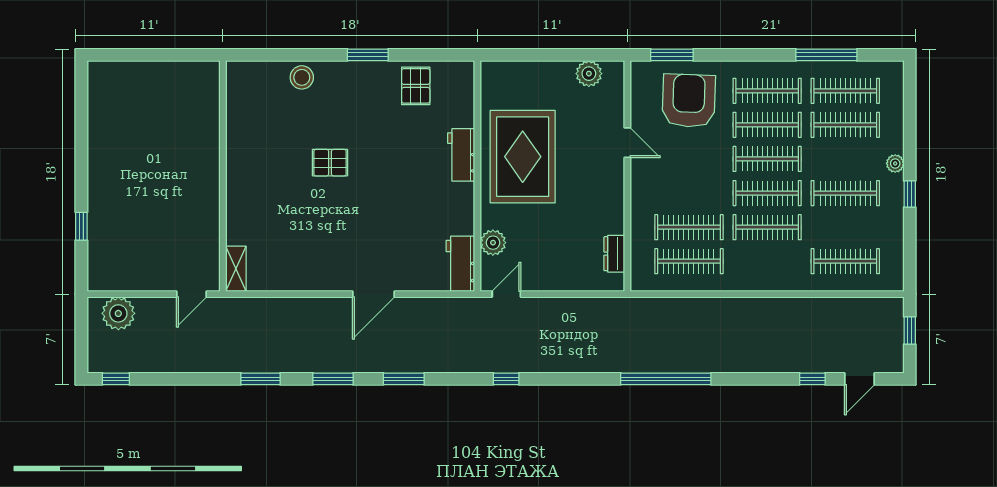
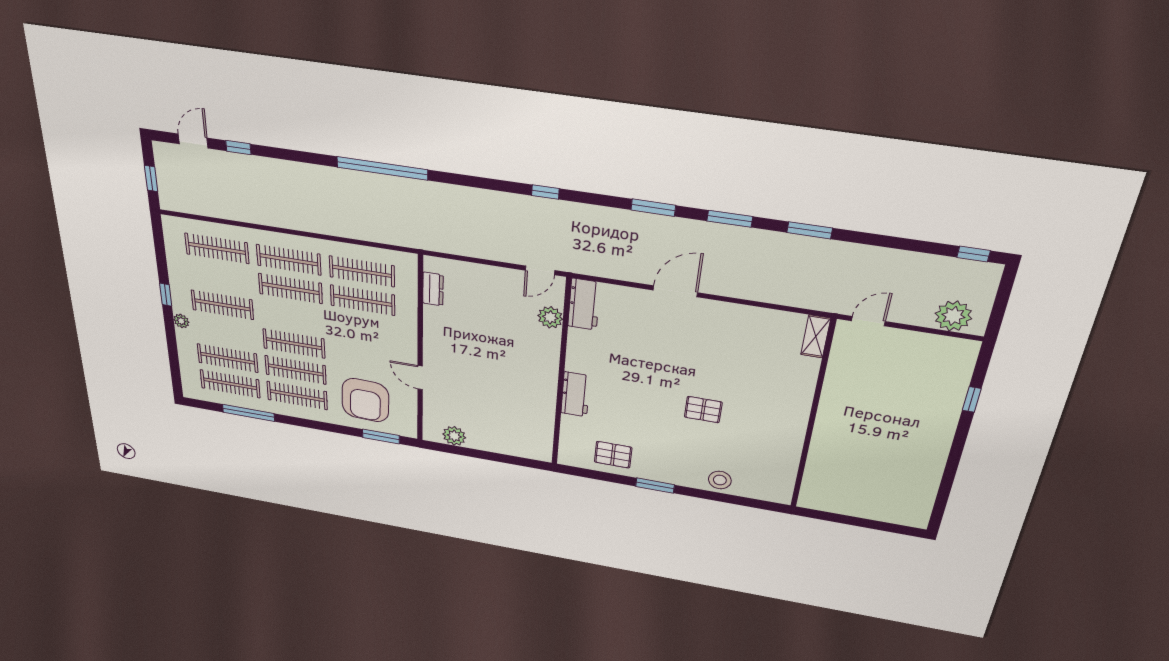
pallet: (416, 86) -> (613, 455), turned 90
rug: (523, 157) -> (517, 383), removed
clothes rail: (767, 193) -> (289, 260), moved

